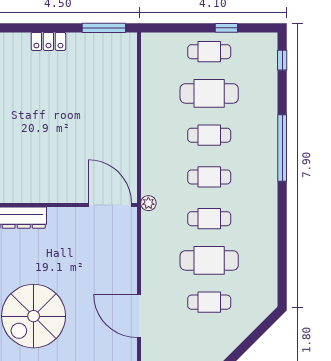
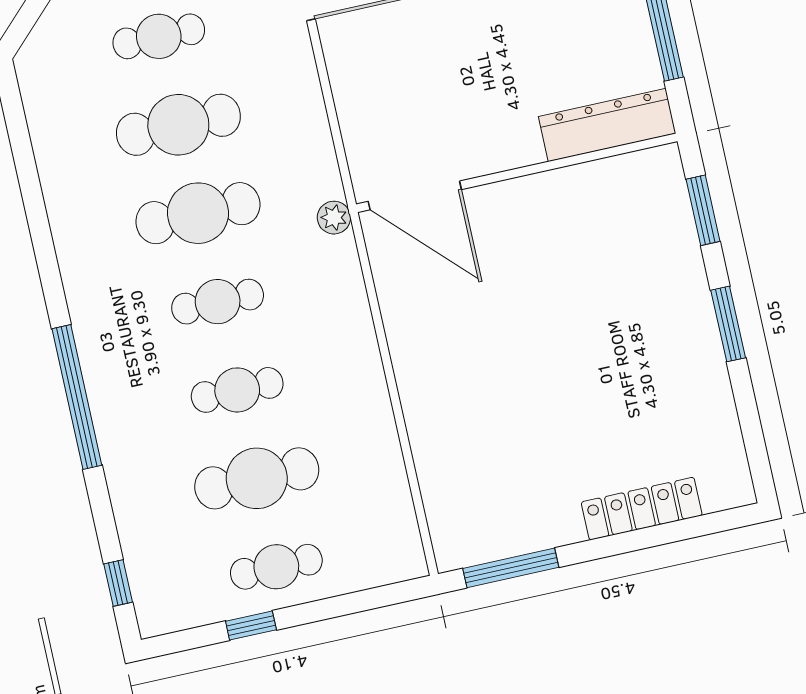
locker: (48, 41) -> (642, 509), width x1.53
cafe table: (209, 219) -> (198, 213), width x1.37, depth x1.35

